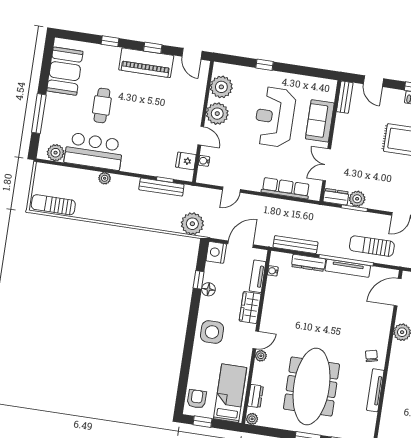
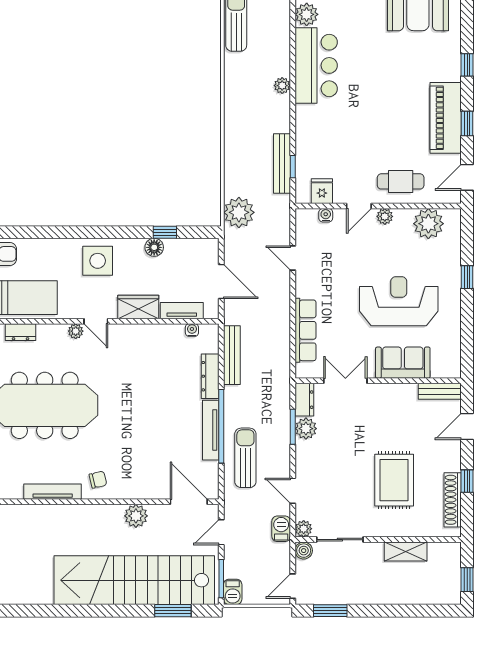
cafe table: (102, 105) -> (401, 181), moved
plant: (217, 114) -> (385, 216), width x0.53, depth x0.53
nightstand: (216, 252) -> (205, 250), removed

